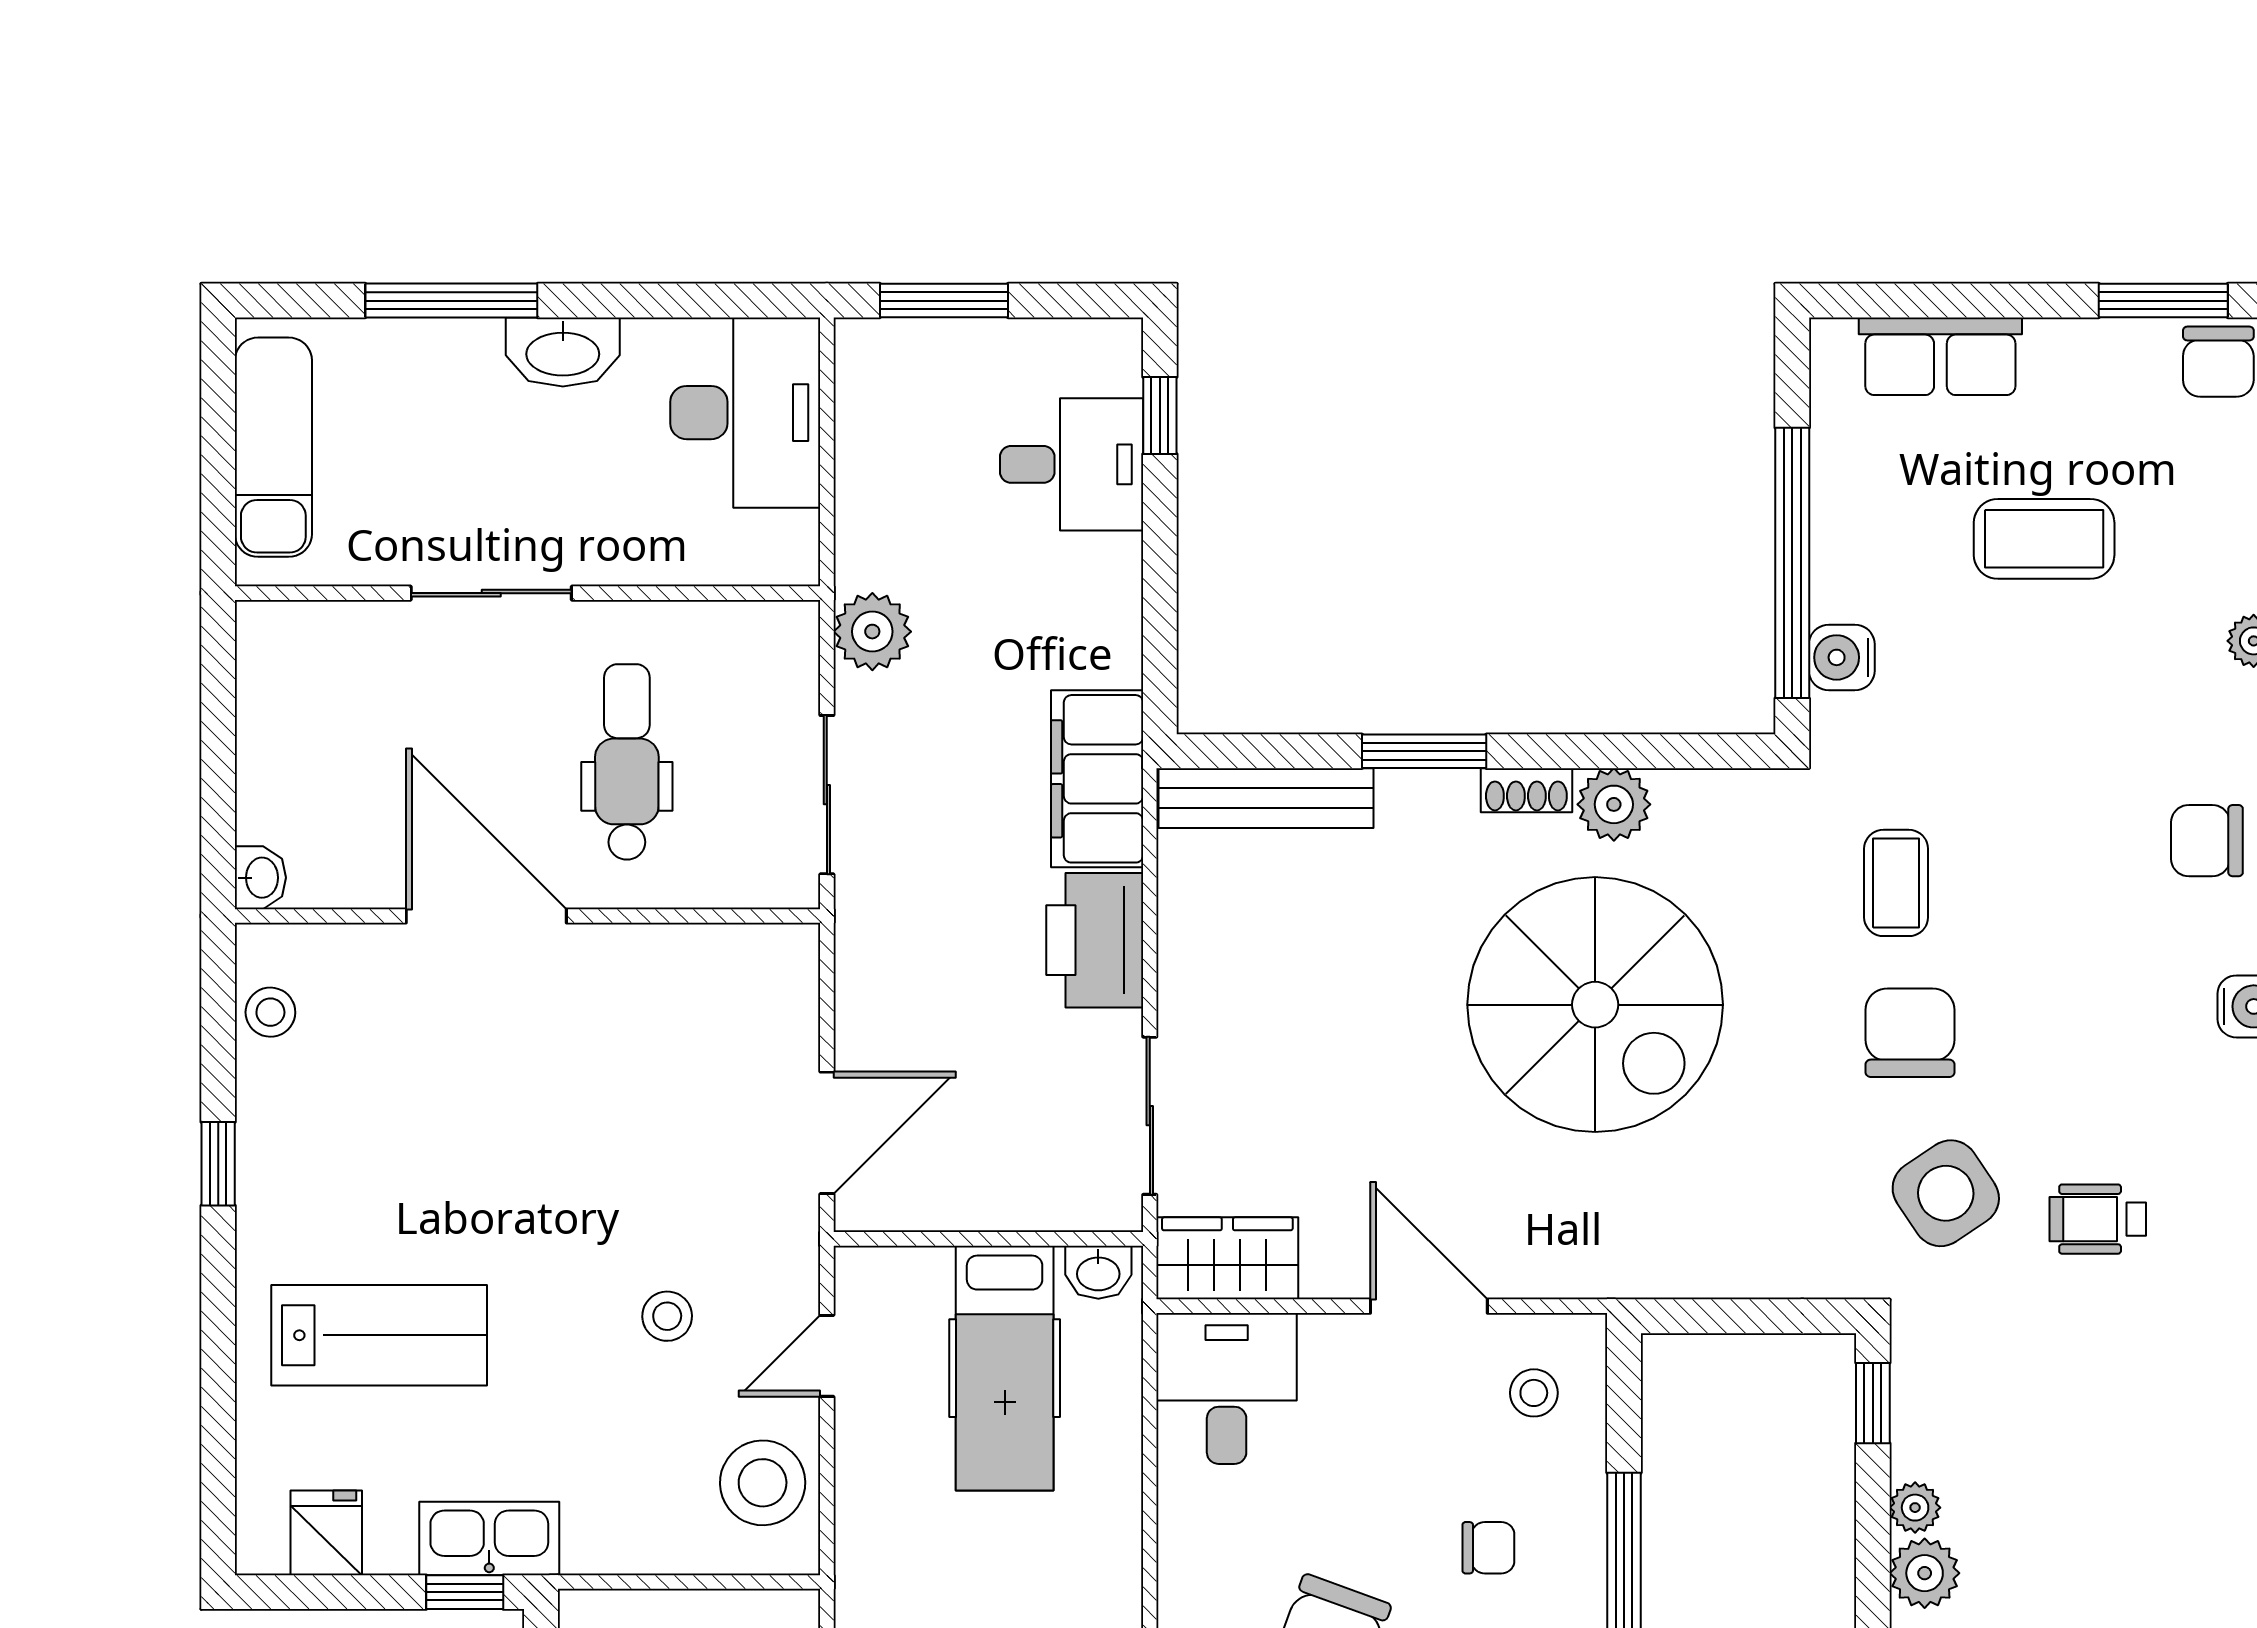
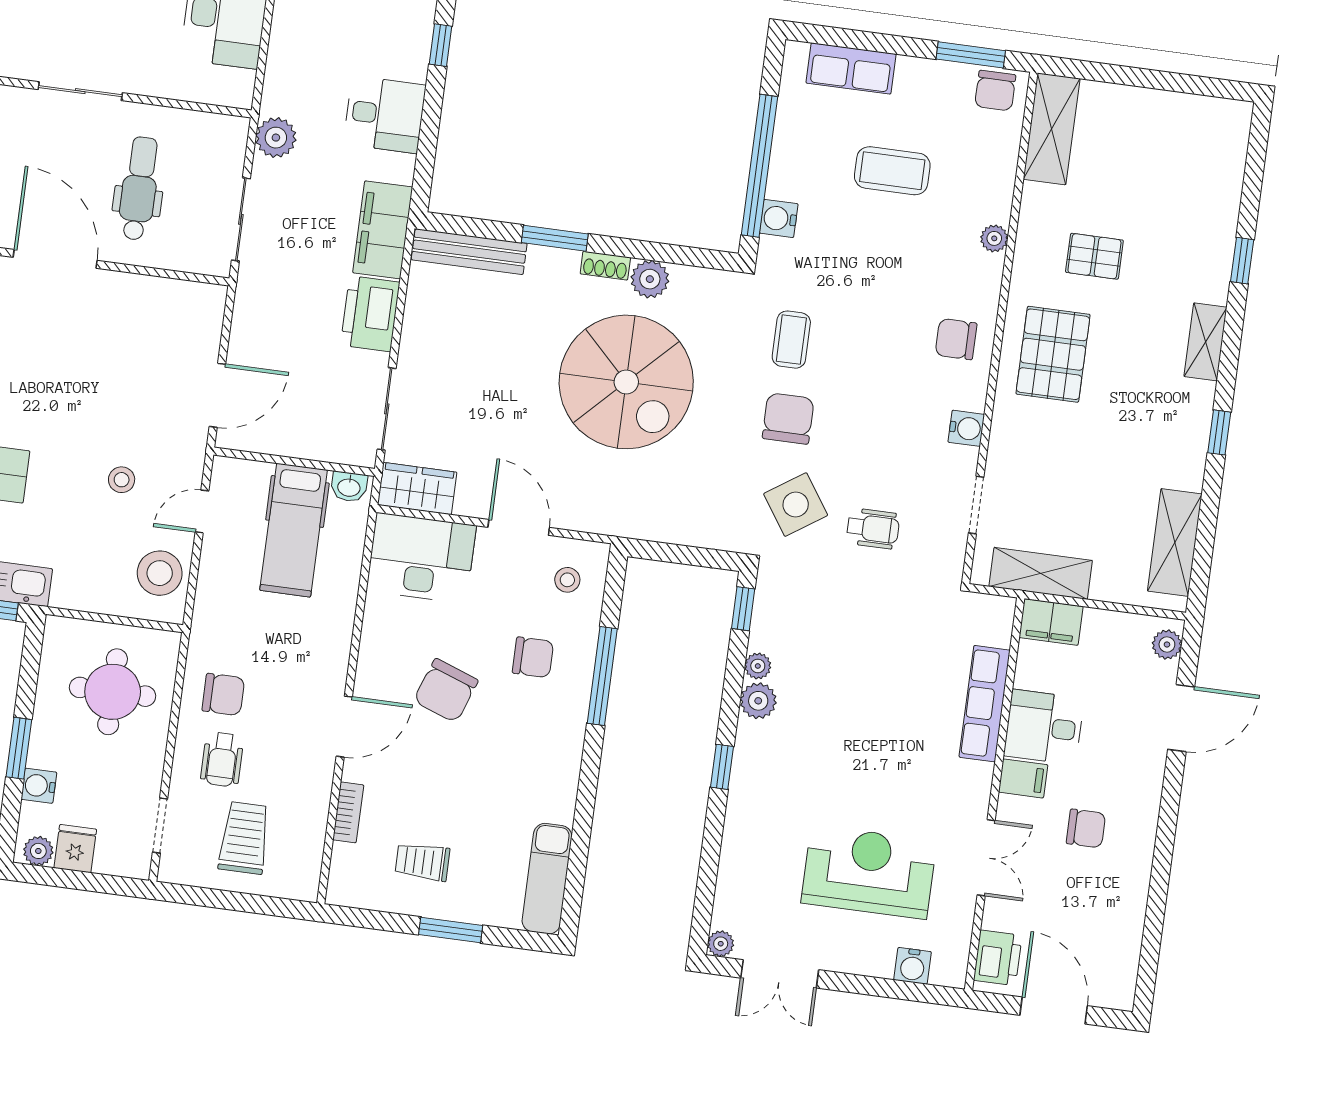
desk: (1072, 464) -> (385, 115), moved
wheelchair: (2098, 1219) -> (873, 529), turned 180
desk: (1227, 1388) -> (421, 558), width x1.37
chair: (1488, 1548) -> (533, 657), width x1.37, depth x1.37

